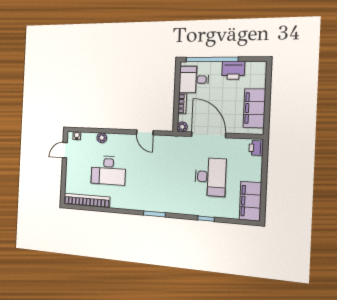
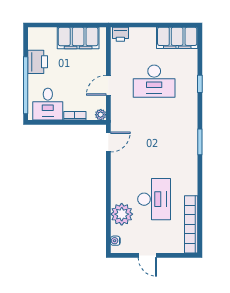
door: (145, 132) -> (108, 142), moved
door: (209, 135) -> (108, 85), width x0.53
plant: (102, 138) -> (122, 214), width x1.88, depth x1.88
door: (65, 150) -> (147, 255), moved
desk: (210, 177) -> (154, 81), turned 180

